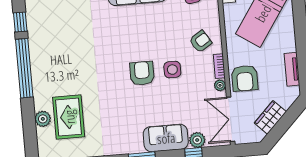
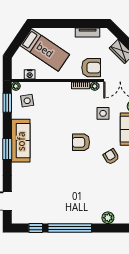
armchair: (201, 41) -> (111, 157), moved
side table: (172, 70) -> (103, 113), moved
rug: (69, 117) -> (108, 199), removed

